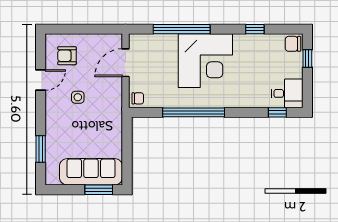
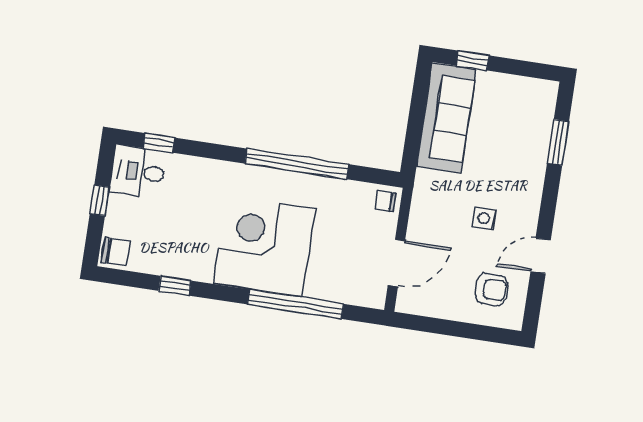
window: (307, 58) -> (100, 200), moved
sofa: (91, 172) -> (446, 118), moved, turned -90
window: (99, 190) -> (472, 61), width x0.67

